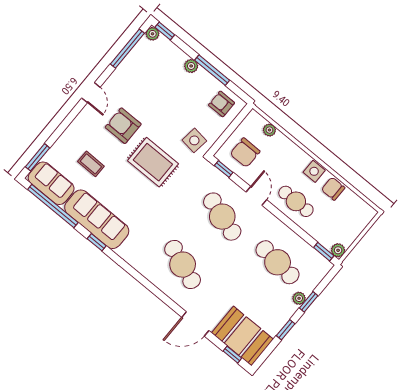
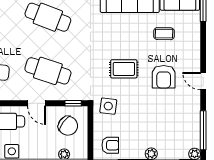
armchair: (123, 126) -> (164, 77), turned 90
chair: (245, 153) -> (68, 126), turned 127
rug: (153, 162) -> (124, 69), width x0.73, depth x0.70

